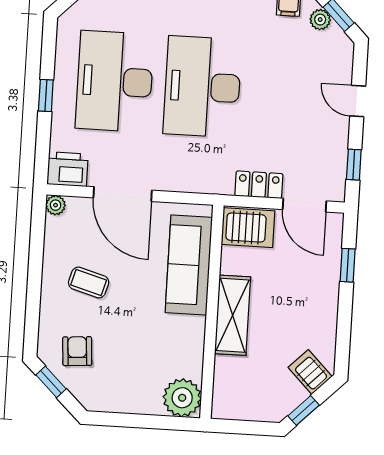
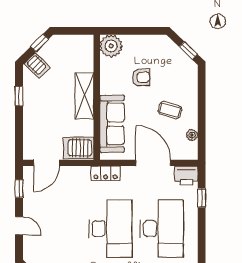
window: (46, 96) -> (202, 198), moved
locker: (259, 185) -> (106, 173), moved
plant: (56, 205) -> (192, 135), moved
door: (305, 205) -> (46, 163), swing flipped
window: (348, 265) -> (19, 96), moved
armchair: (77, 351) -> (141, 77), moved, turned -86

